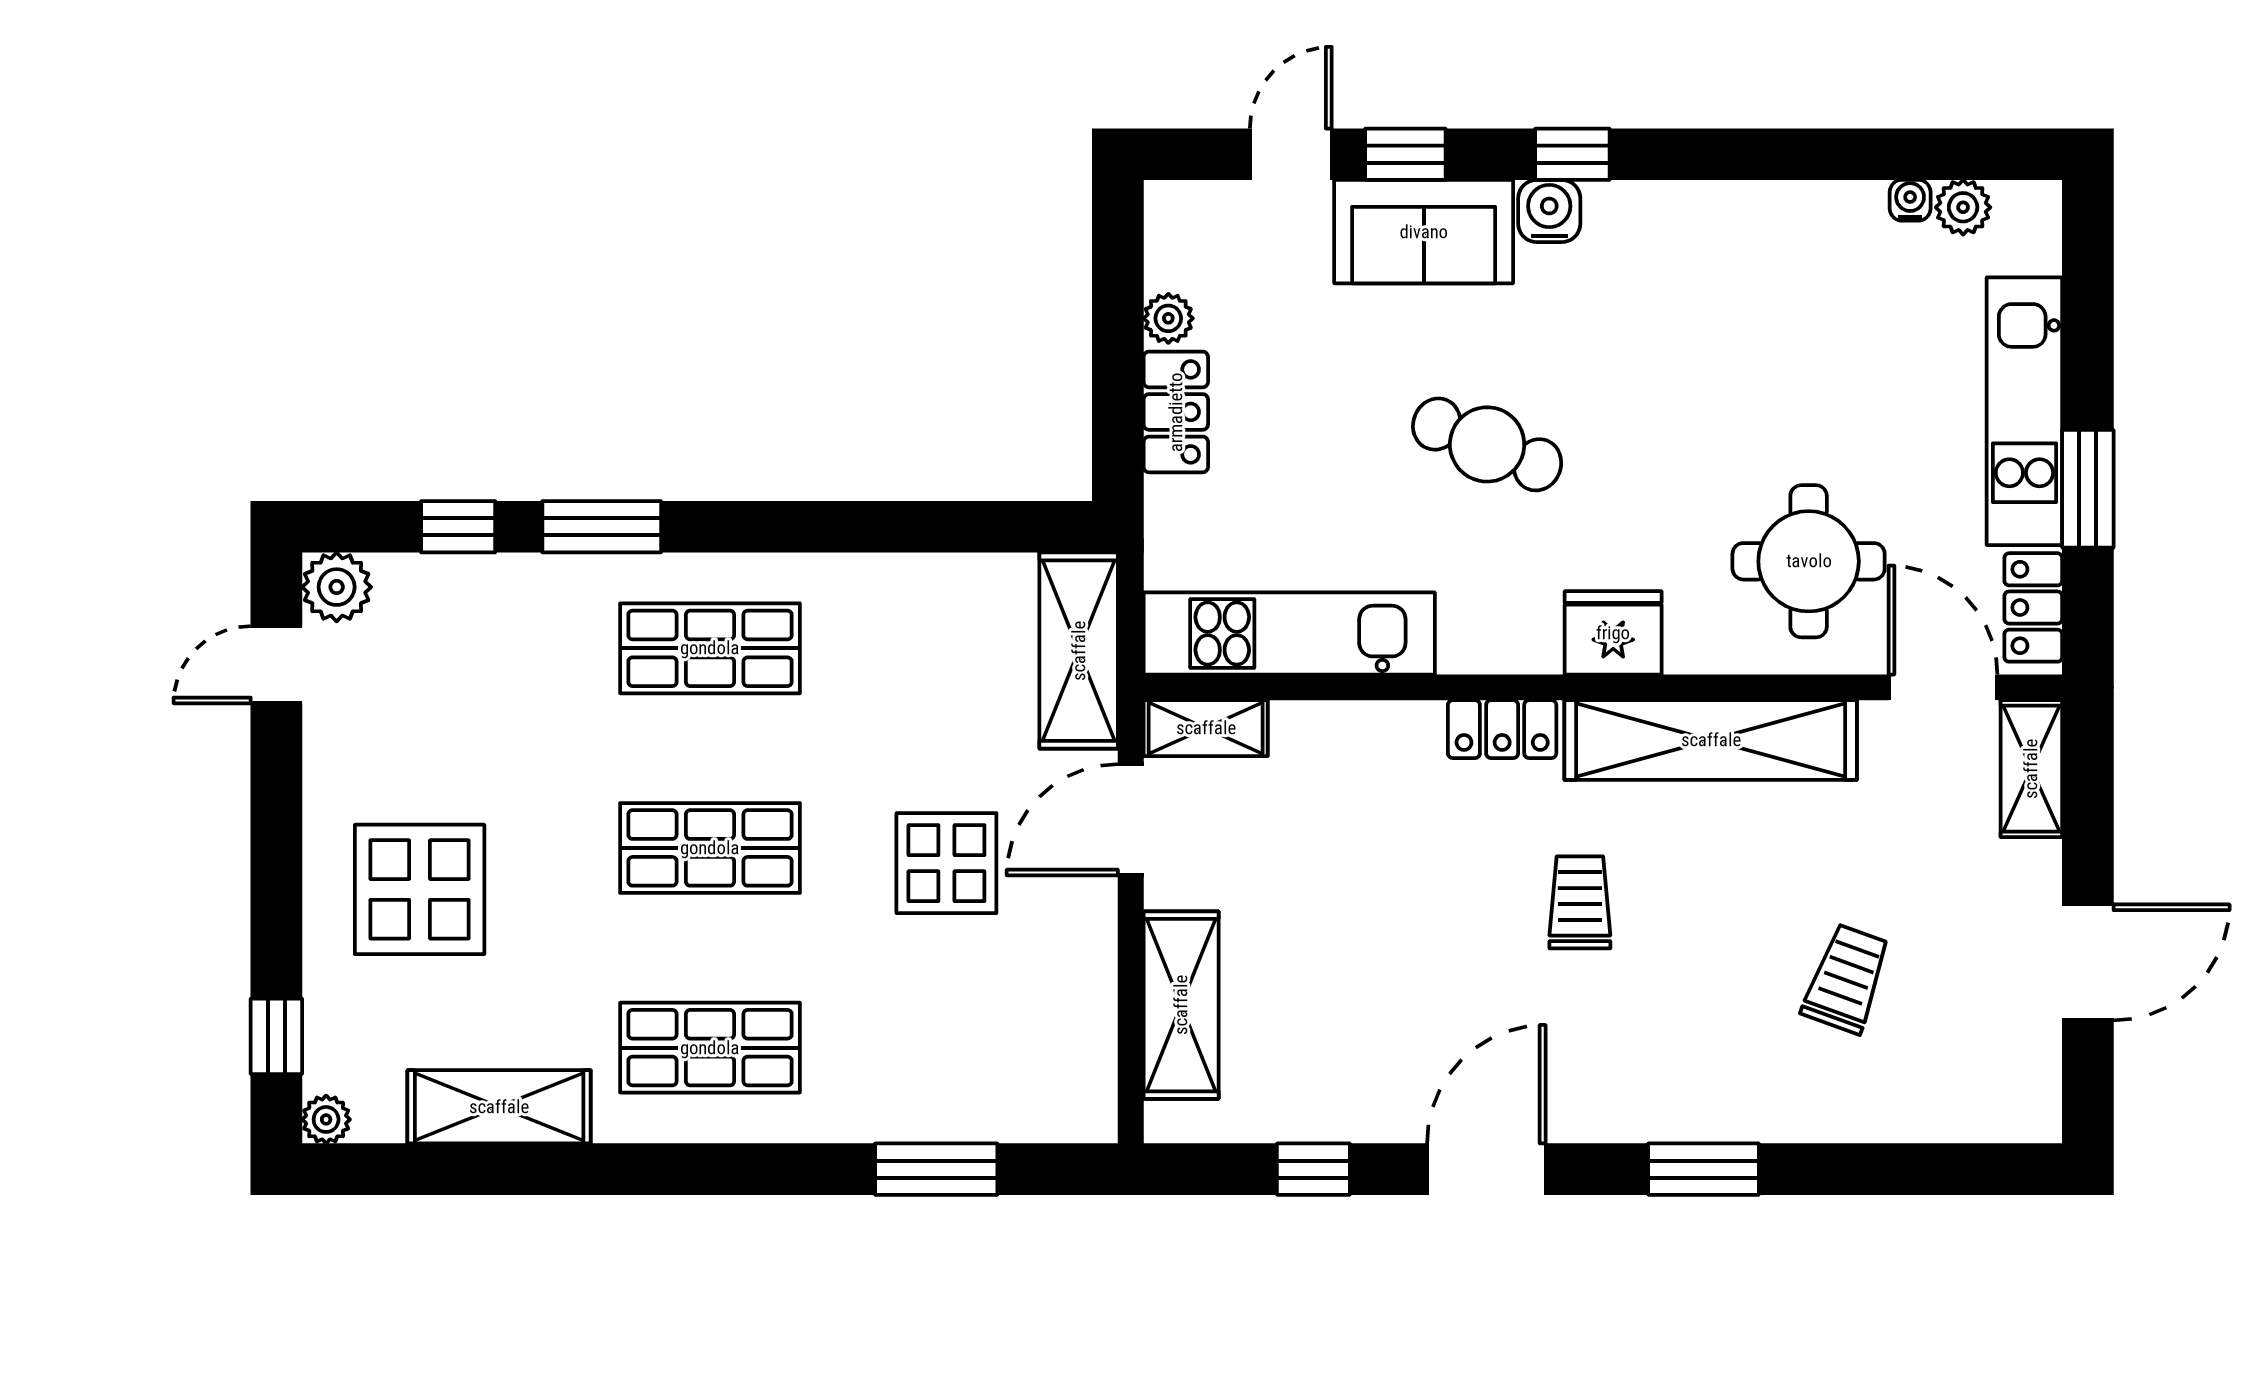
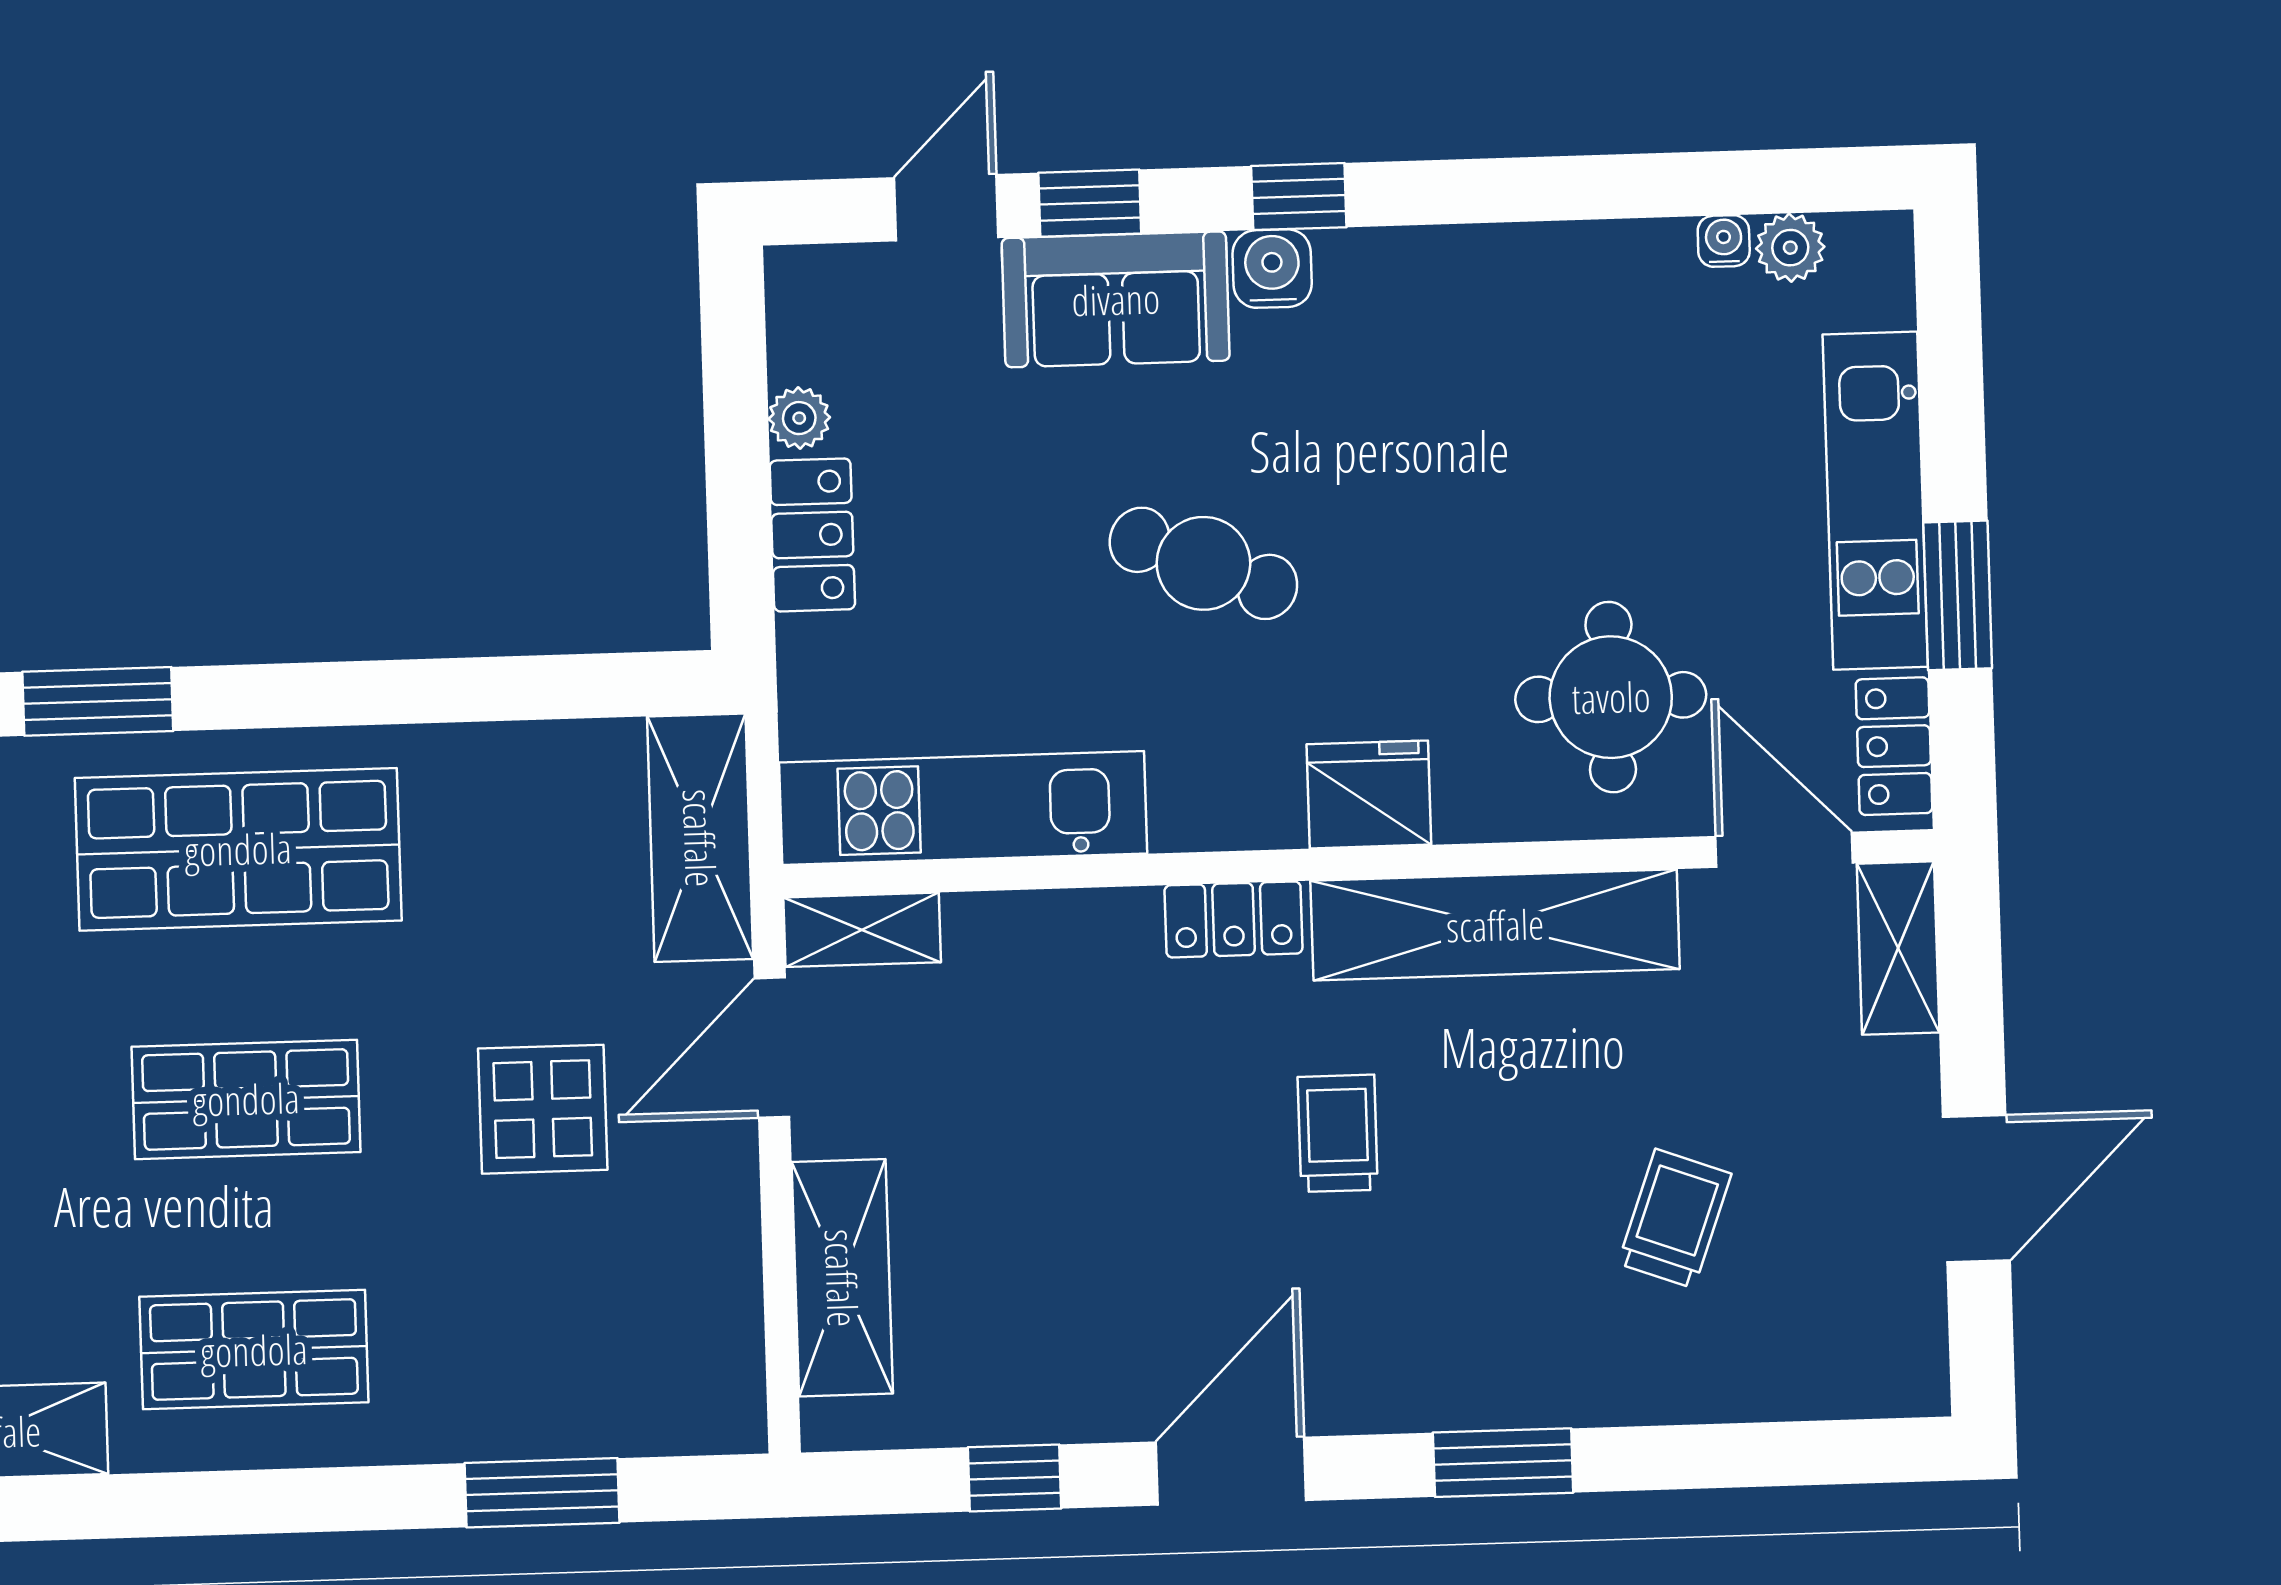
shop shelf: (710, 648) -> (238, 849), width x1.43, depth x1.36

